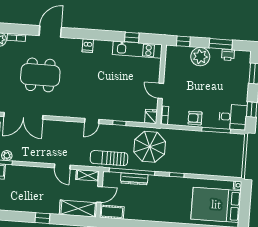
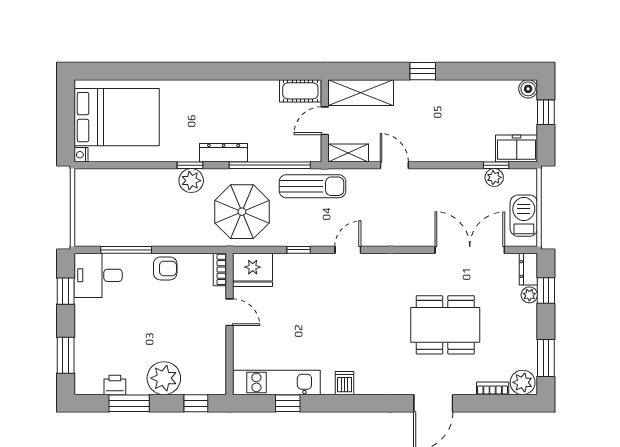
dishwasher: (88, 46) -> (345, 383), moved
fridge: (151, 116) -> (253, 270), width x1.88, depth x1.34
plant: (177, 166) -> (191, 181), added
dresser: (134, 179) -> (224, 153), moved

